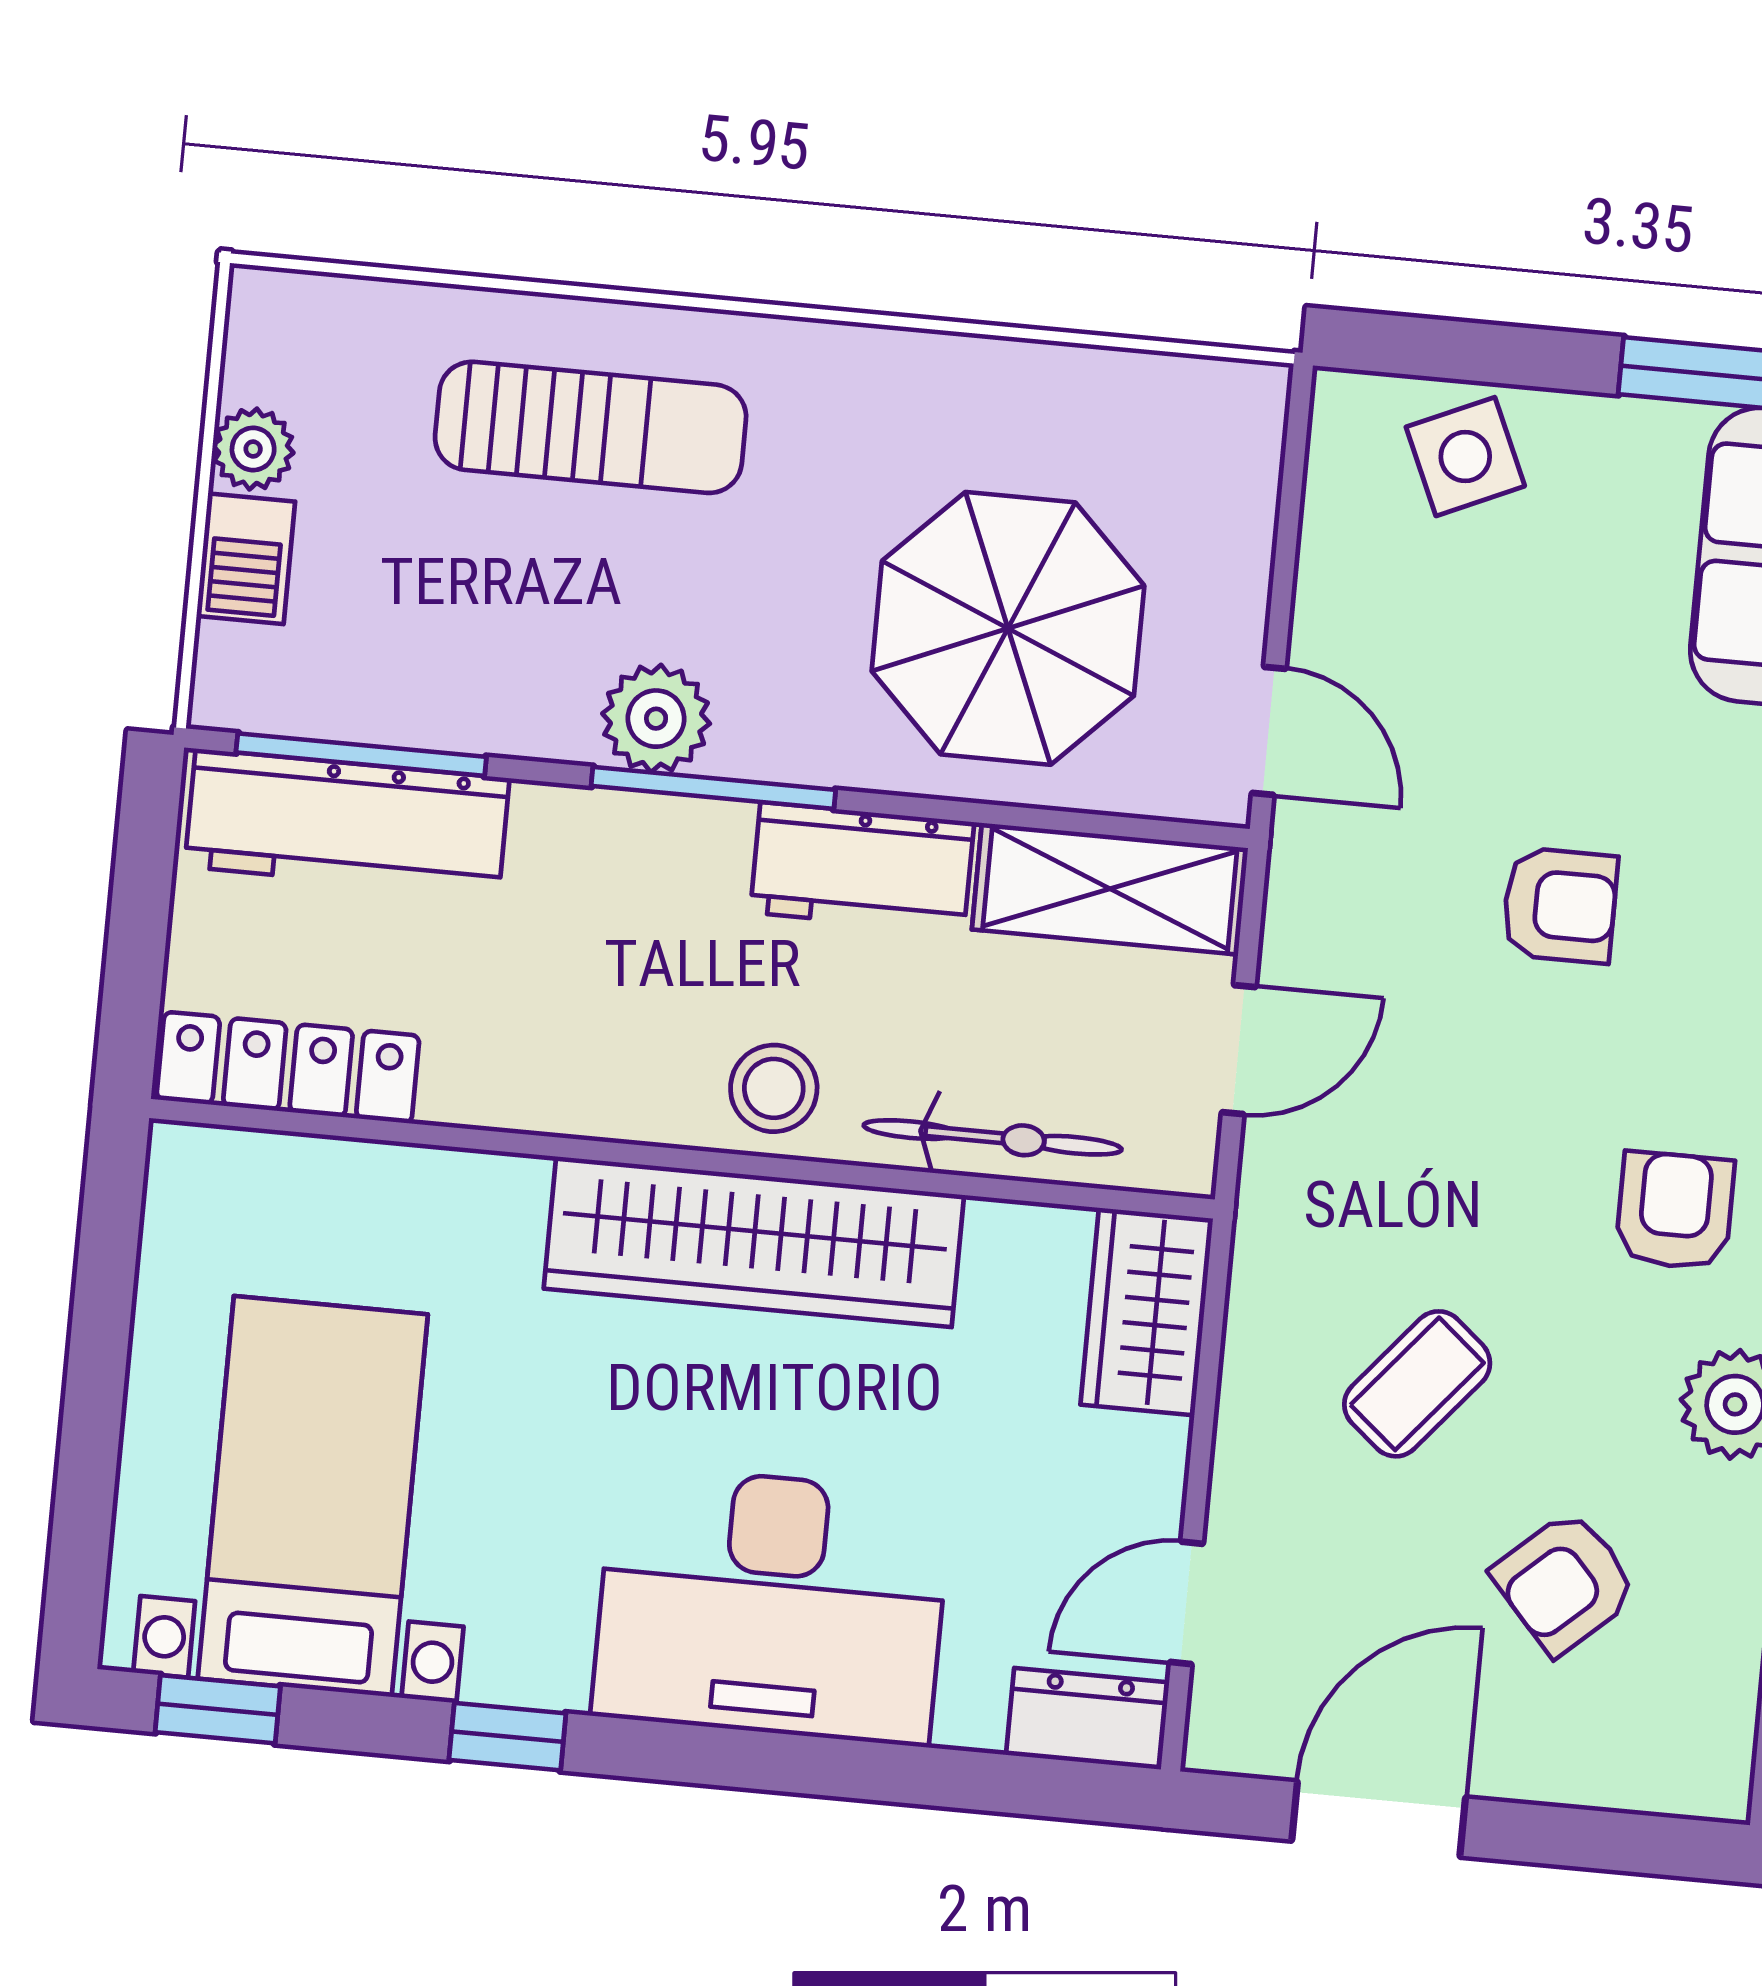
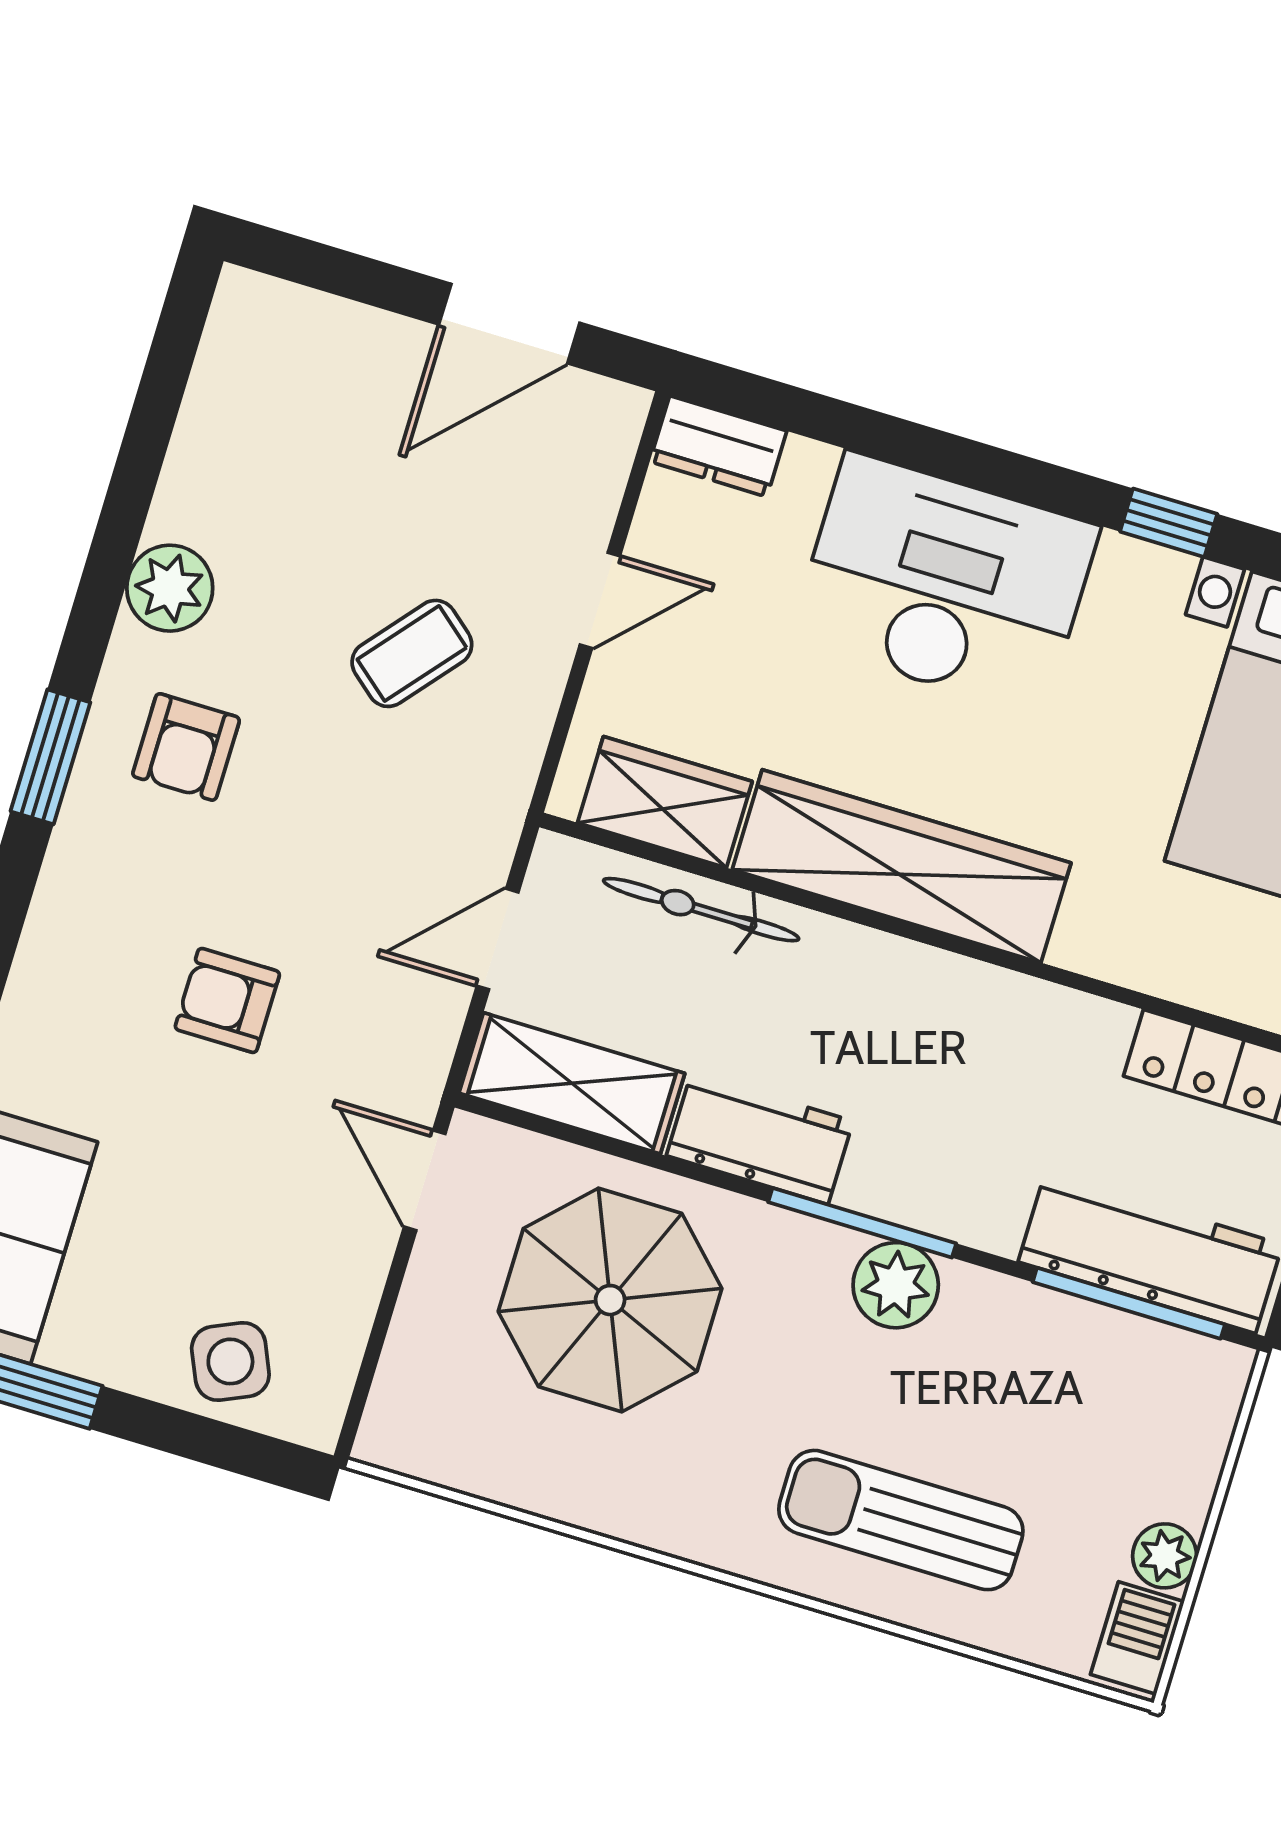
barbecue: (246, 559) -> (1137, 1638), moved
stool: (774, 1088) -> (862, 982), removed
wardrobe: (1147, 1312) -> (665, 802), moved, turned -90
armchair: (1565, 1582) -> (329, 477), removed
door: (1186, 1603) -> (600, 600), moved

